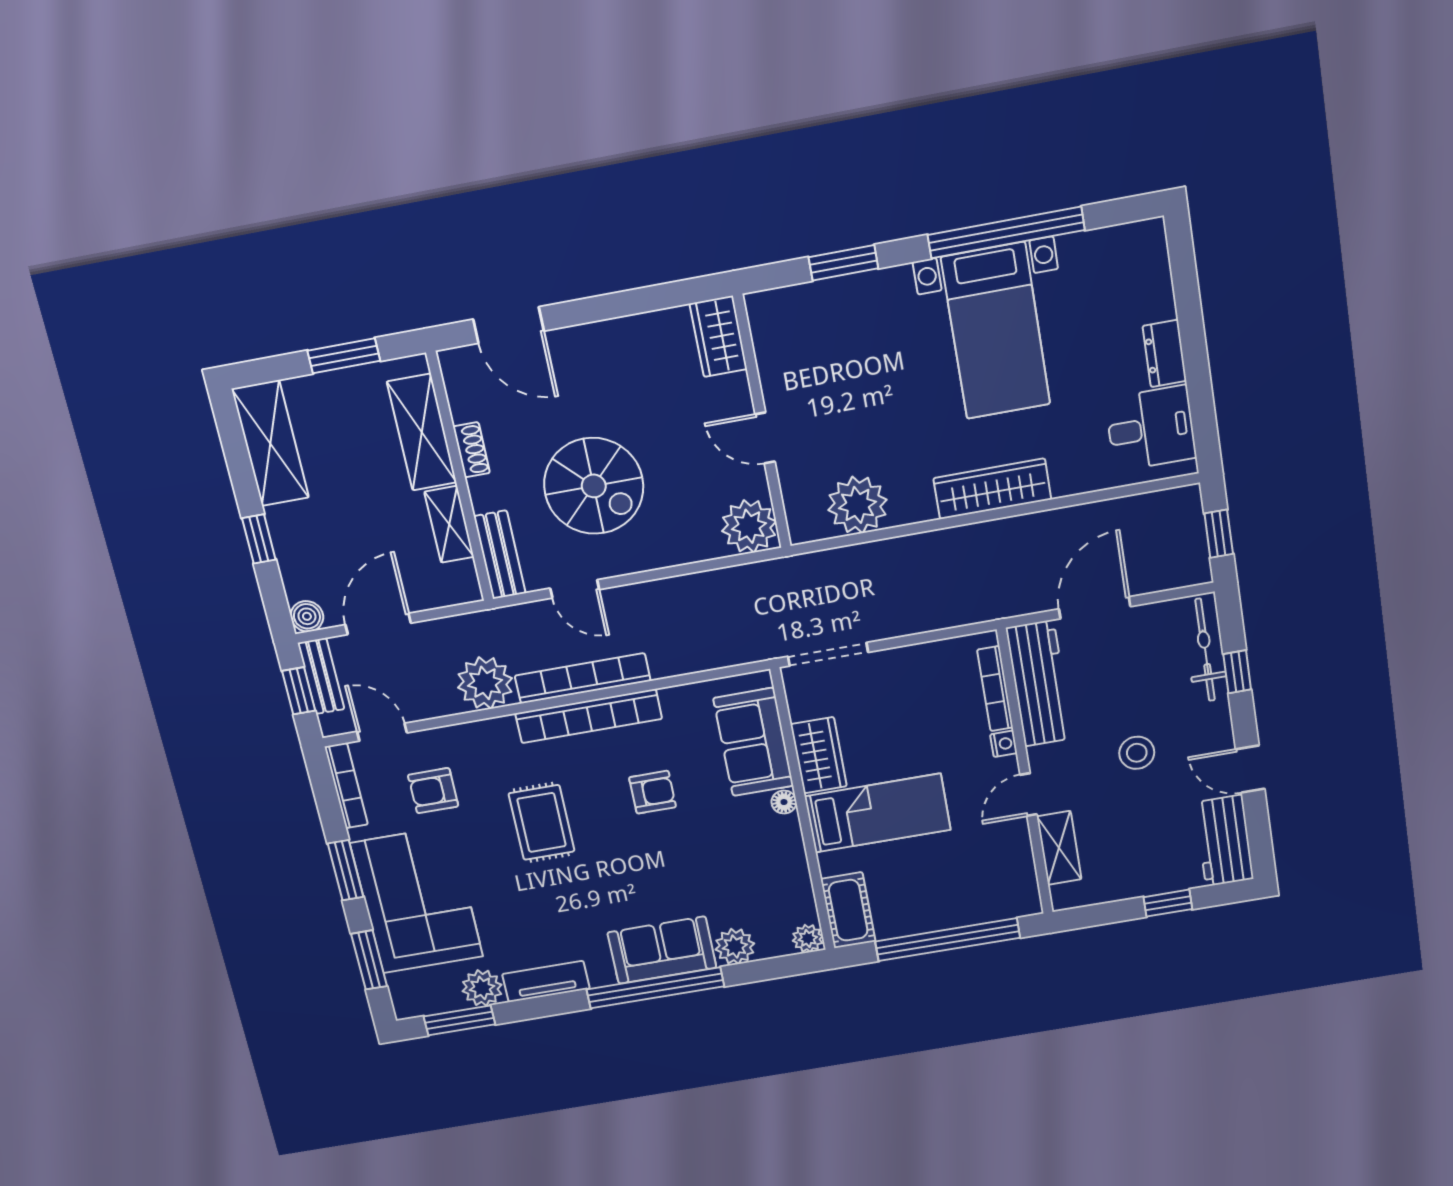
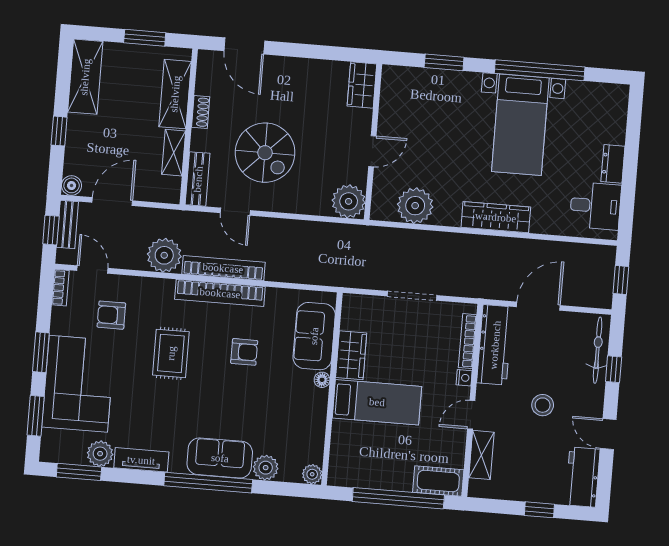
door: (765, 438) -> (372, 151), swing flipped
doorway: (828, 654) -> (412, 296), moved
bookcase: (346, 786) -> (60, 288), width x0.64
cot: (848, 910) -> (438, 481), moved, turned 90

